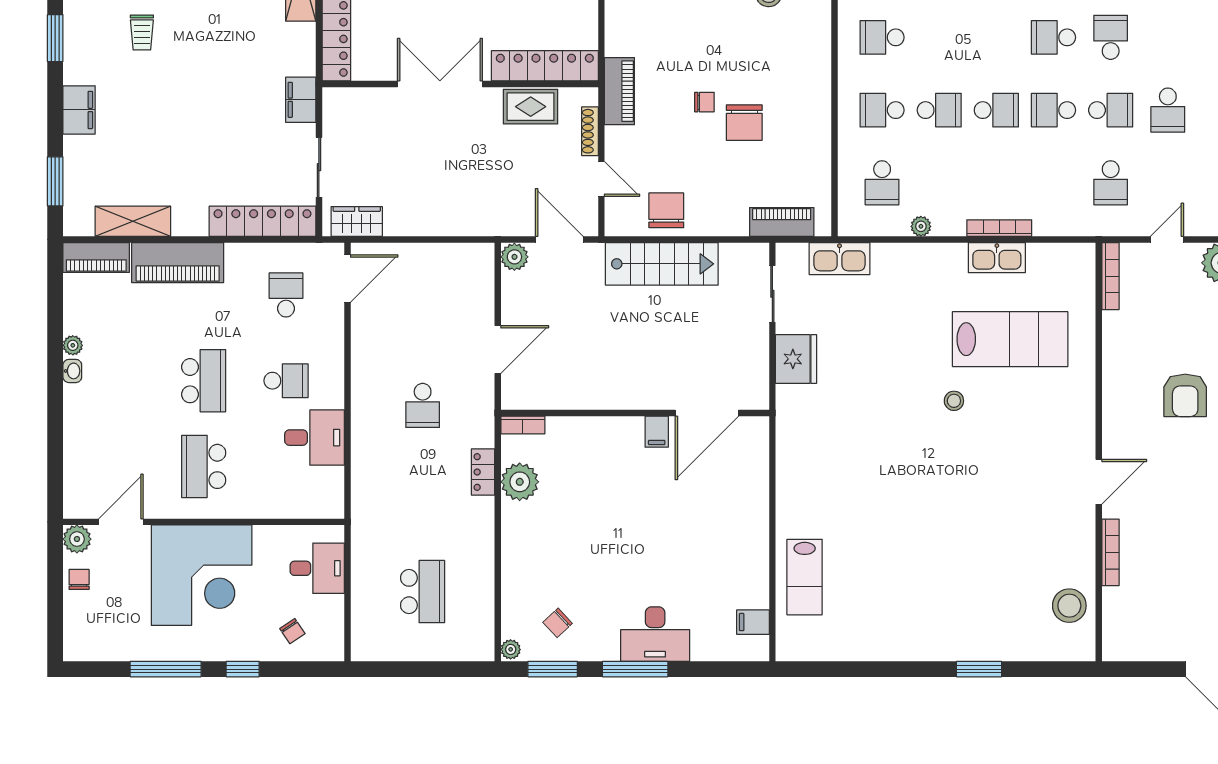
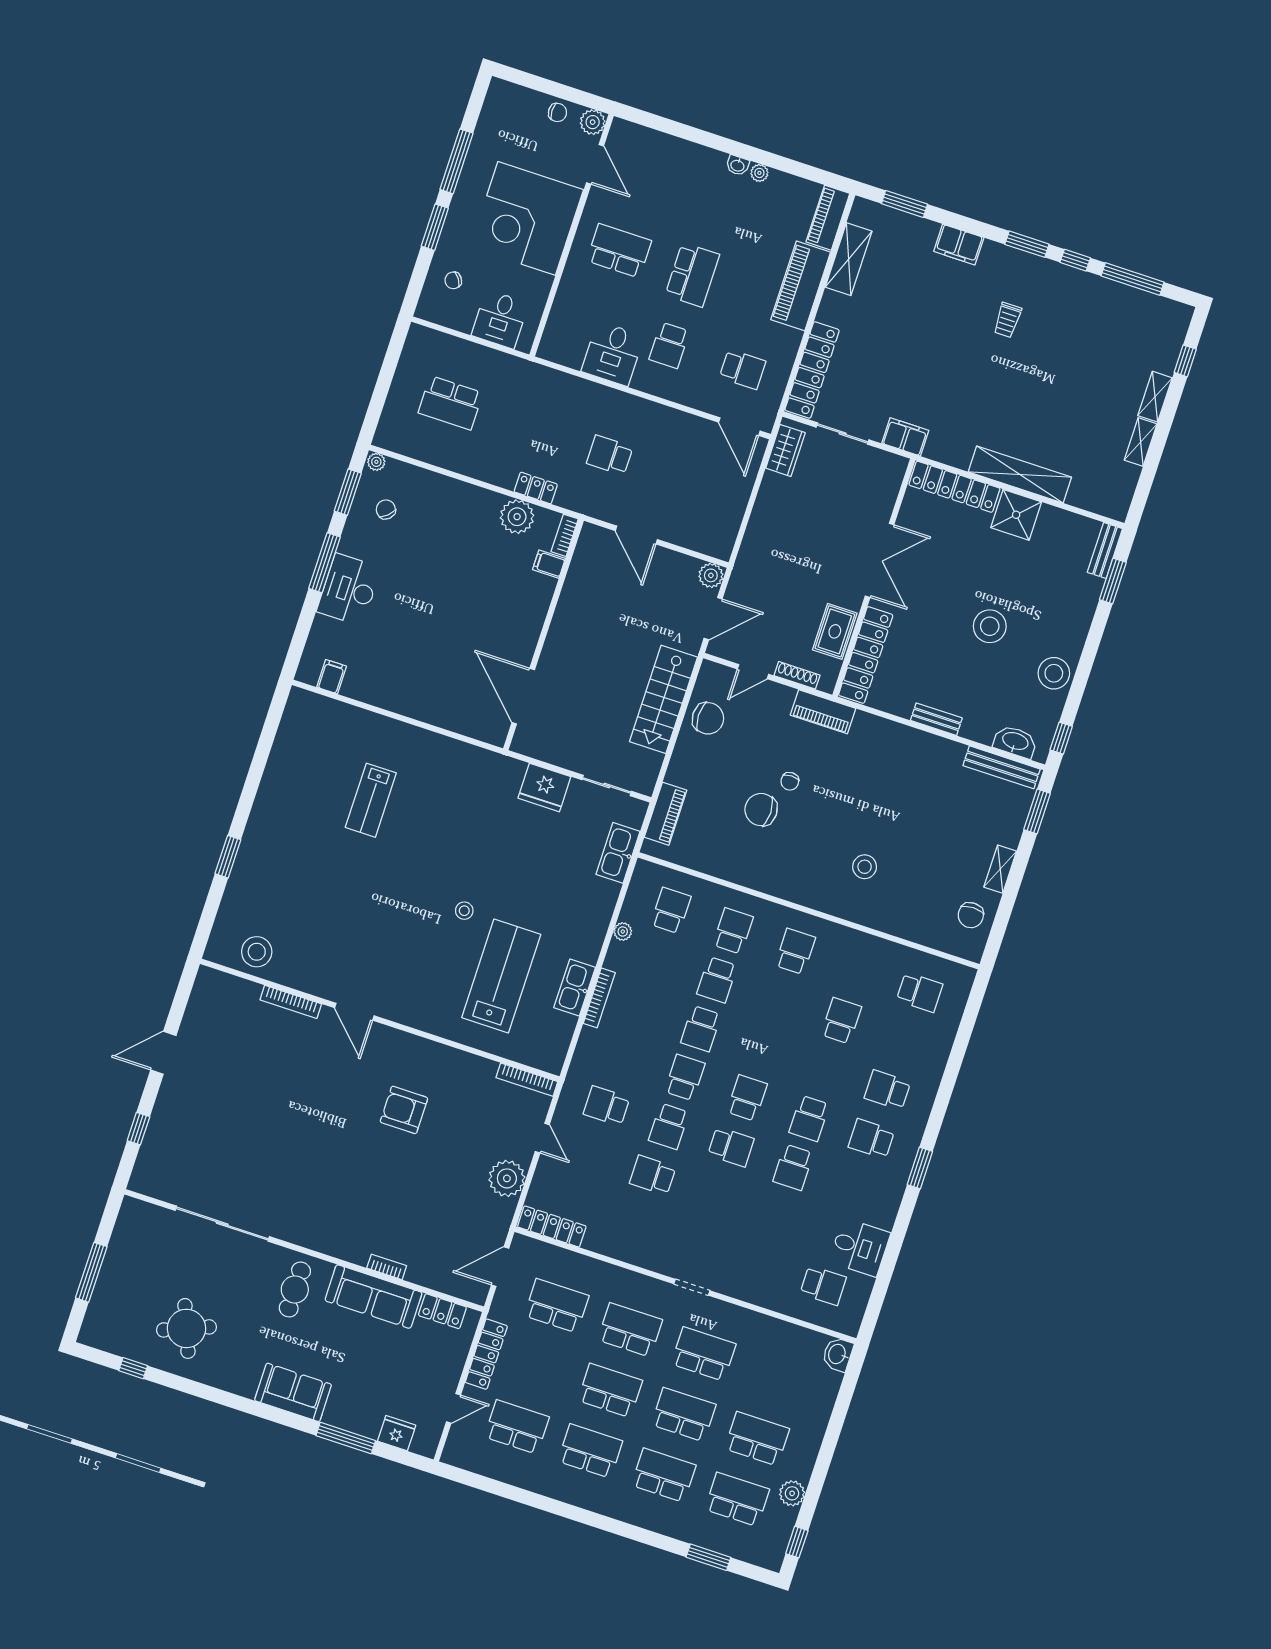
trolley: (142, 32) -> (1007, 320), turned -90
school desk: (882, 183) -> (671, 910), turned 90
lab bench: (1010, 339) -> (501, 976), turned 180
school desk: (204, 381) -> (692, 275), turned -90
filing cabinet: (657, 432) -> (549, 564), moved
lab bench: (805, 577) -> (371, 800), moved, turned -90
window: (243, 669) -> (435, 227), width x1.50

